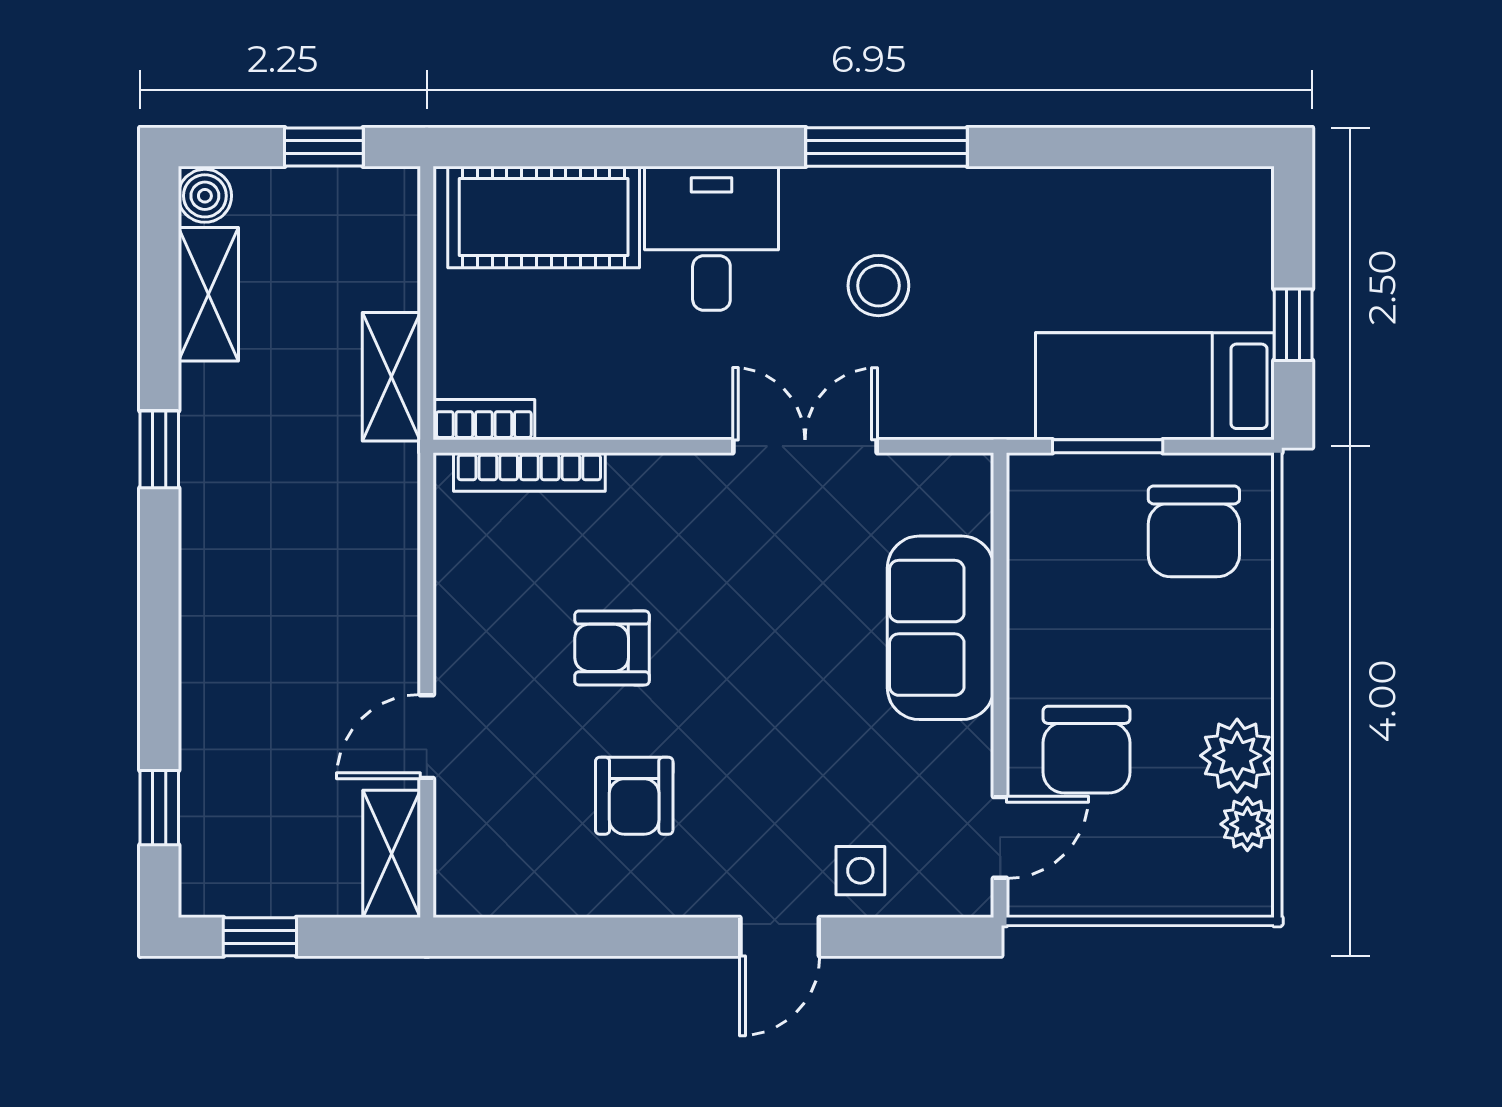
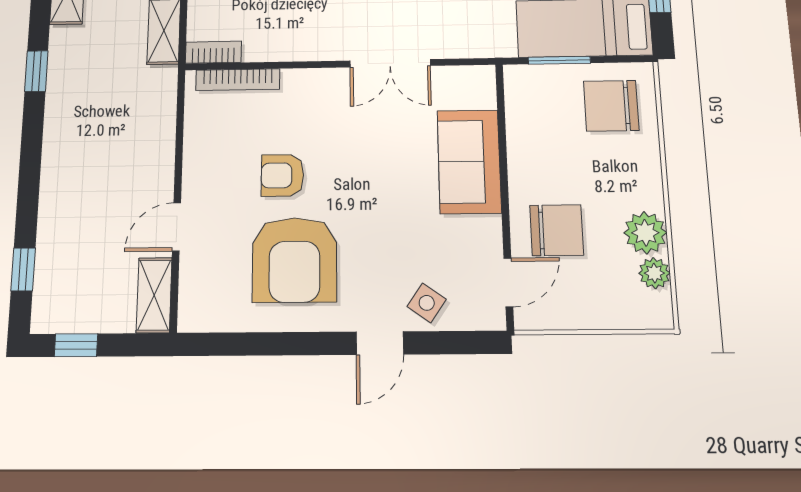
double door: (805, 446) -> (390, 63), swing flipped
chair: (1194, 531) -> (611, 106), turned 90
chair: (1086, 750) -> (557, 230), turned -90
armchair: (634, 796) -> (294, 260), width x1.88, depth x1.88
side table: (860, 871) -> (427, 303), turned 35

